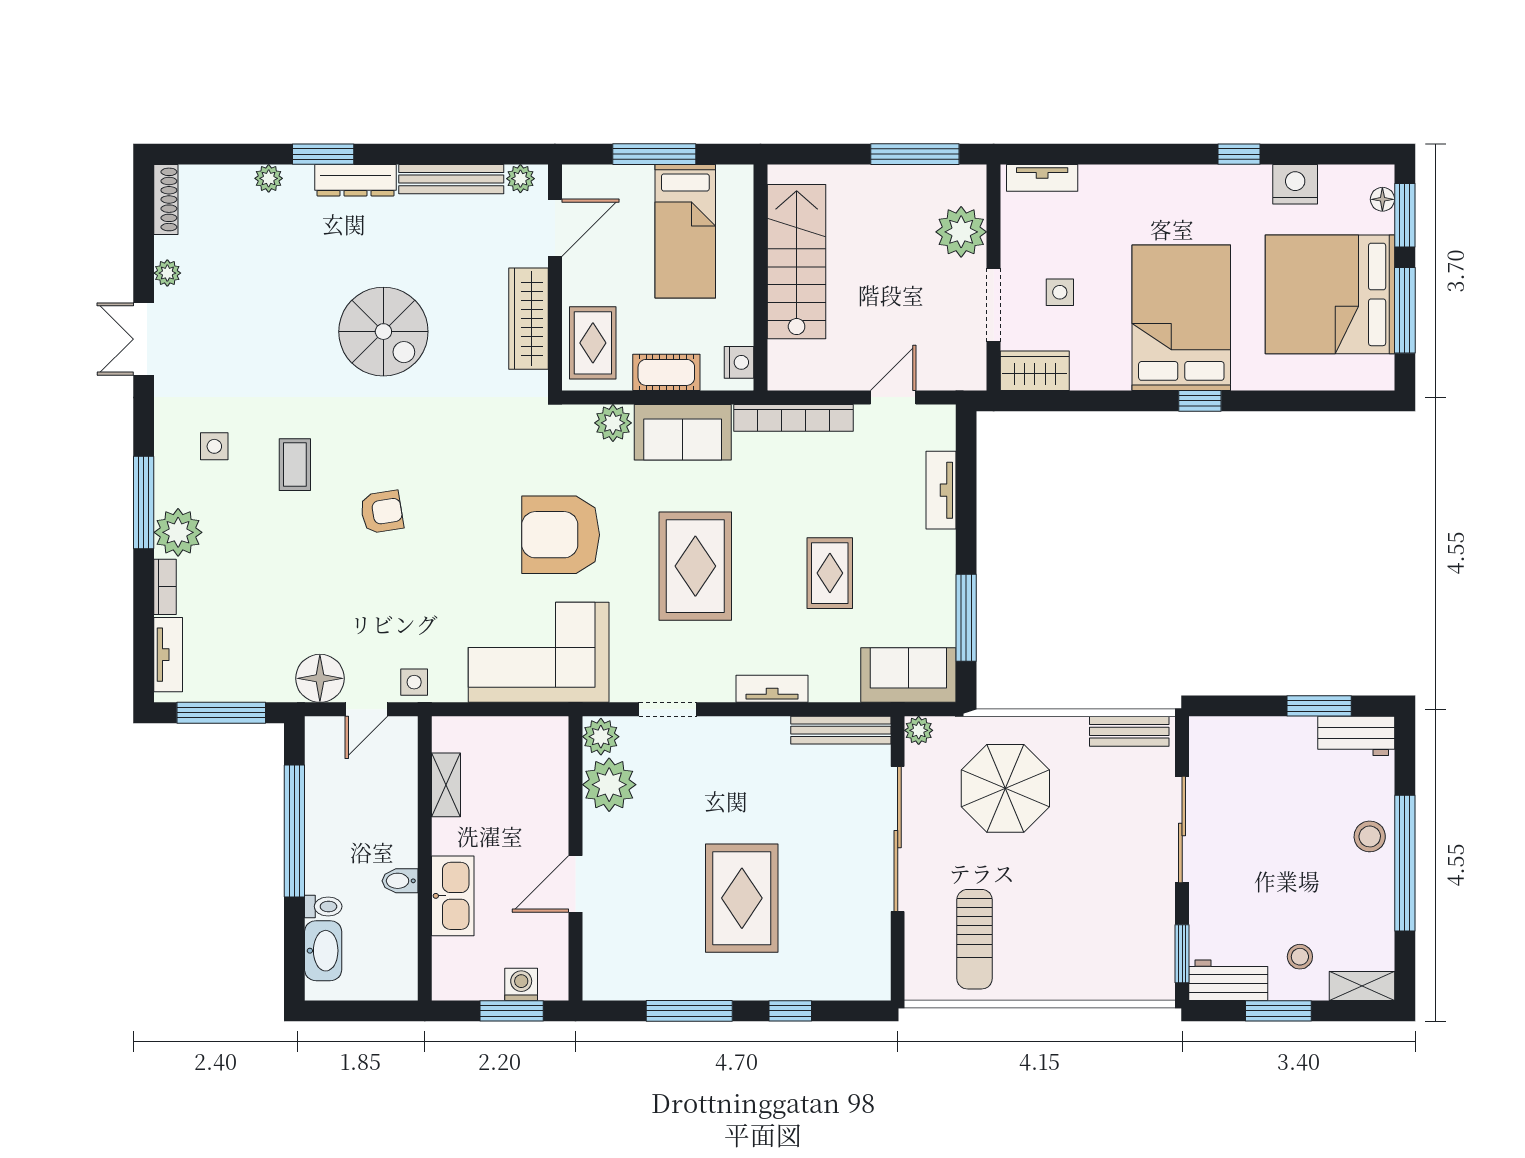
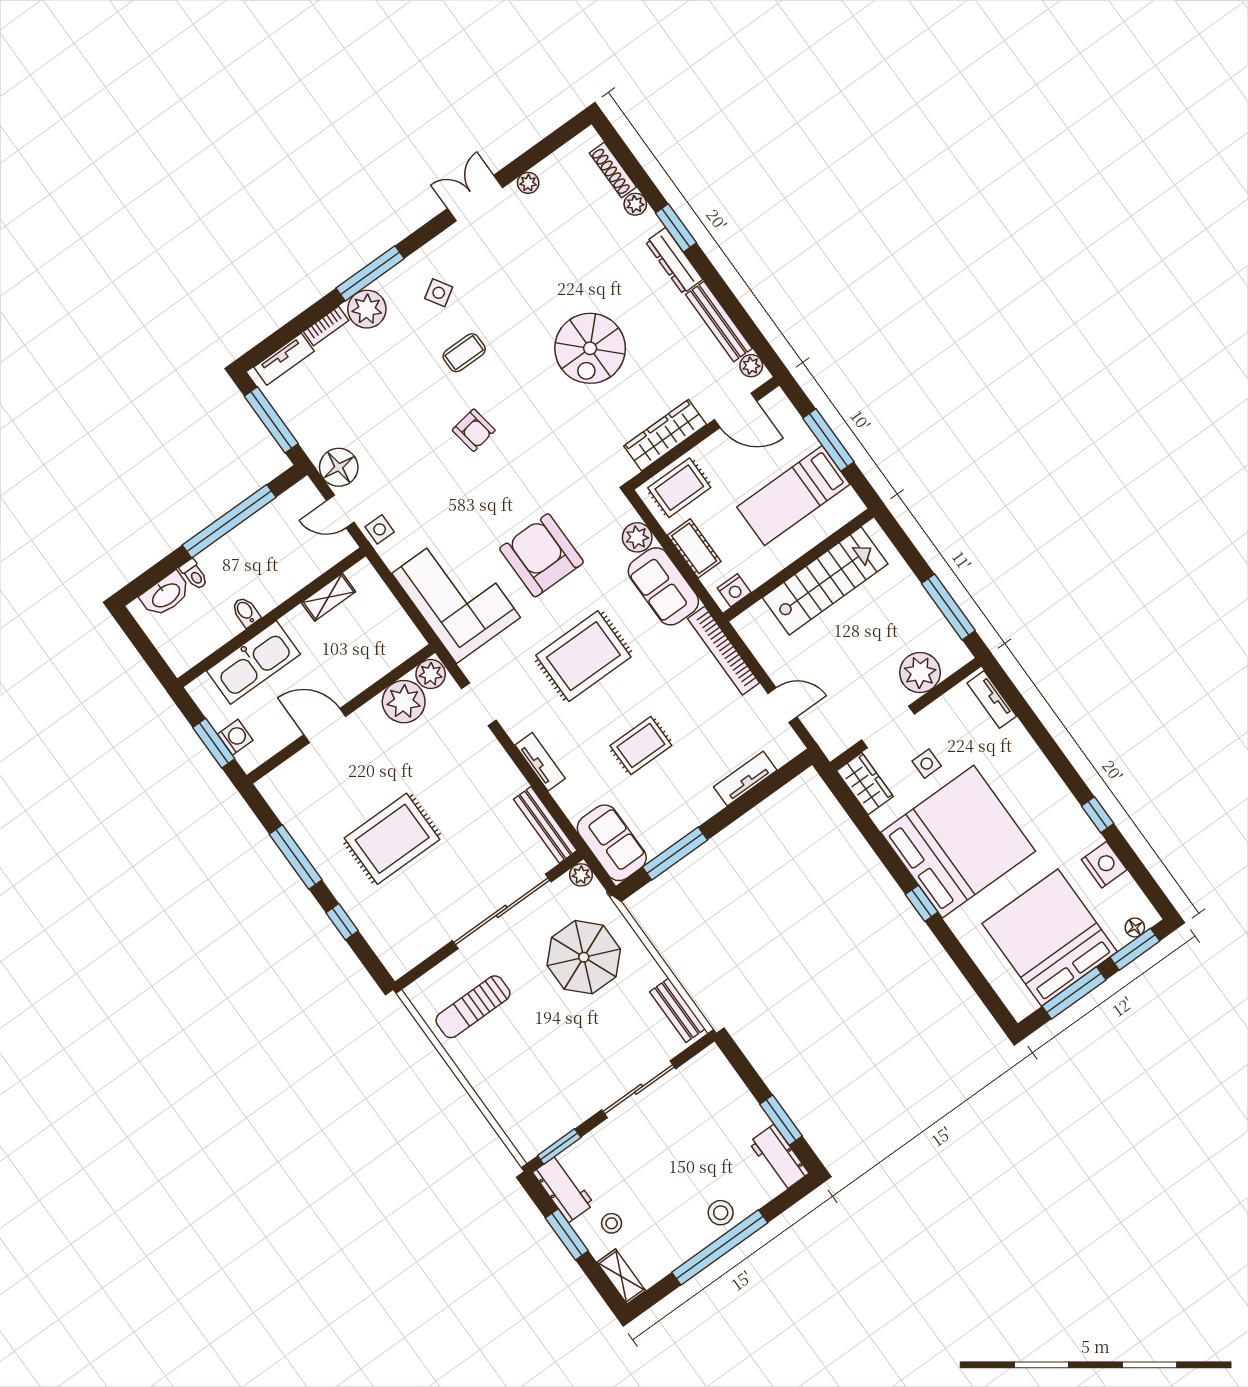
shoe rack: (166, 199) -> (613, 170), moved, turned 90
bed: (1181, 318) -> (958, 842), width x1.36
side table: (214, 446) -> (439, 293), turned -32
kitchen sink: (453, 896) -> (253, 662), width x1.36, depth x1.24

